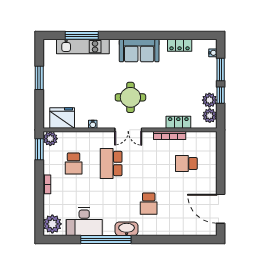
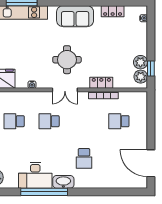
window: (221, 70) -> (151, 34), removed
window: (221, 95) -> (151, 68), moved
locker: (178, 122) -> (101, 83), moved
school desk: (74, 164) -> (14, 121), turned 90
school desk: (111, 164) -> (49, 121), width x0.54
desk: (84, 222) -> (35, 175), moved

